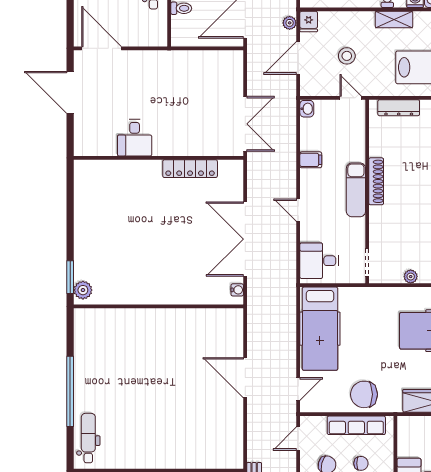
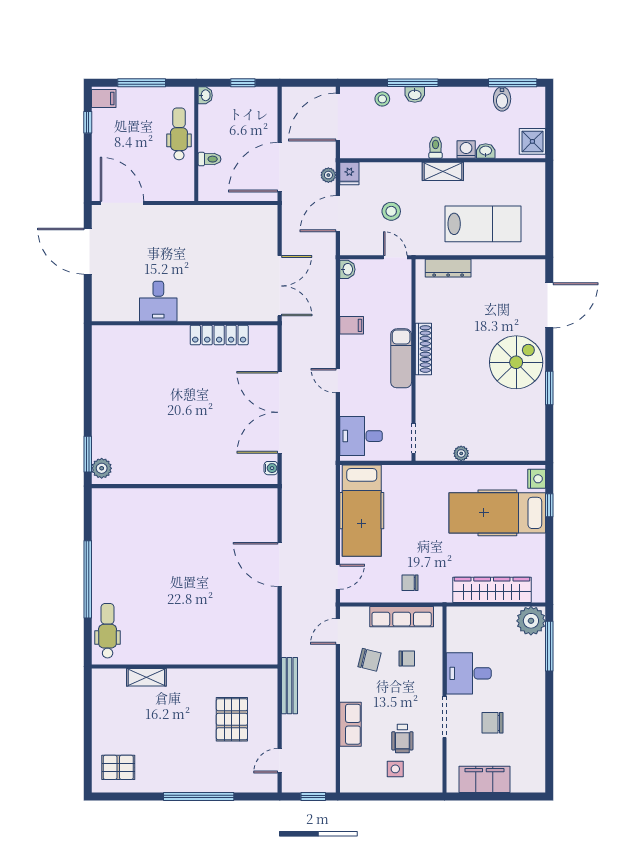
chair: (364, 394) -> (410, 583), width x0.54, depth x0.54

